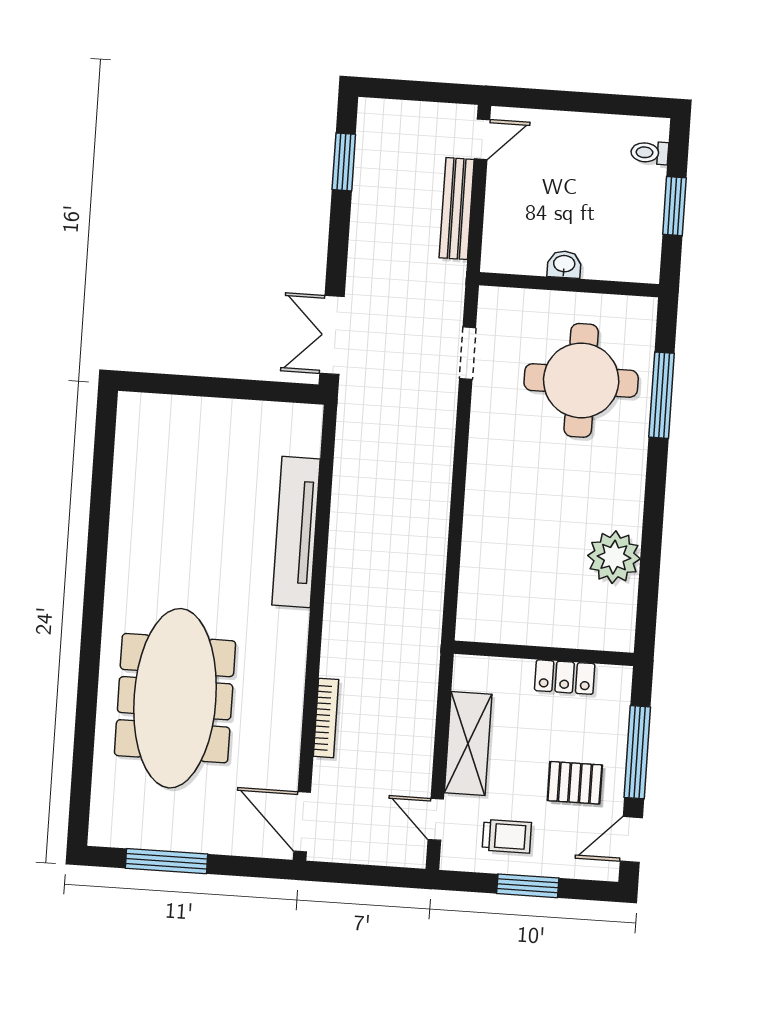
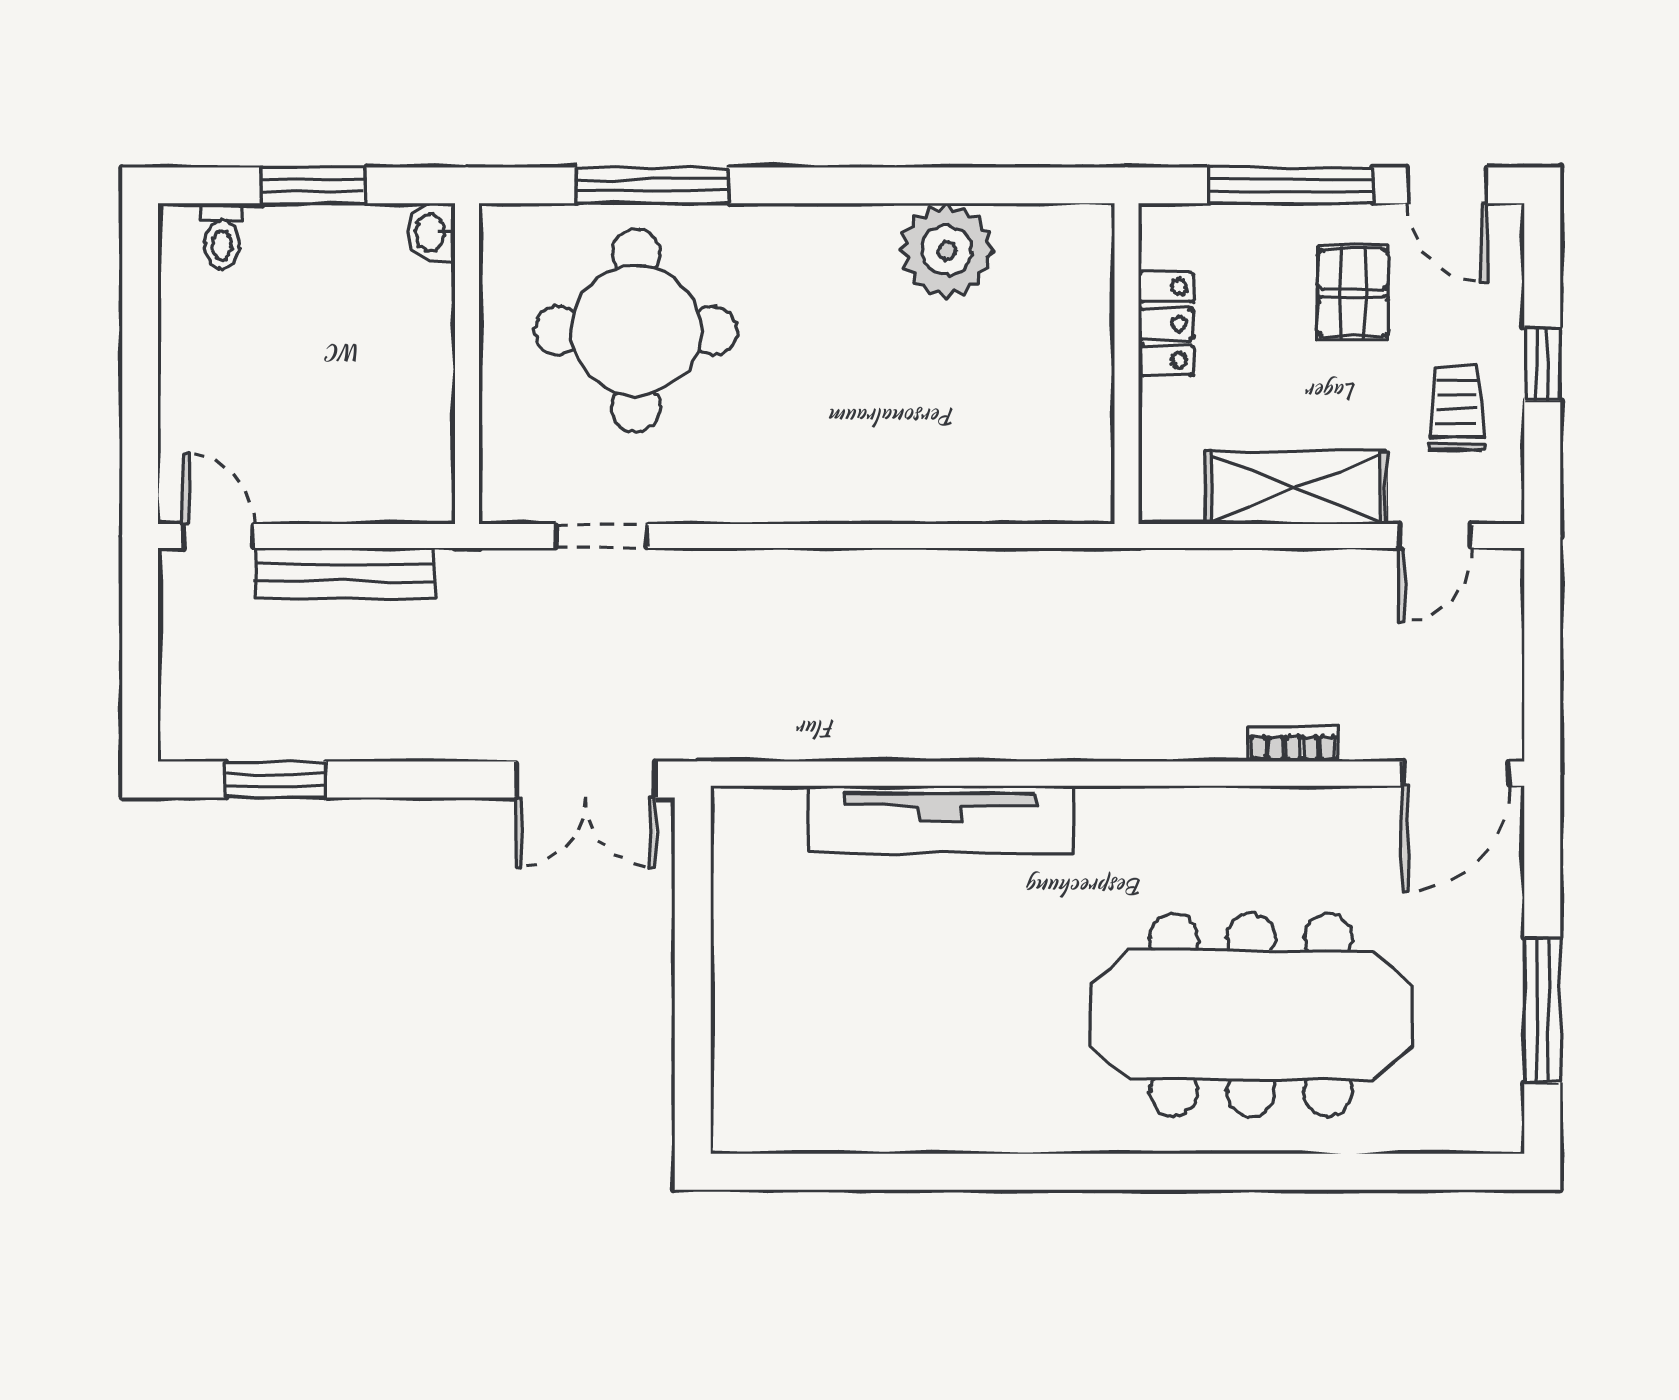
washbasin: (564, 264) -> (431, 232), moved
bookcase: (326, 718) -> (1293, 744), width x0.64
window: (528, 886) -> (1542, 364), width x0.67

